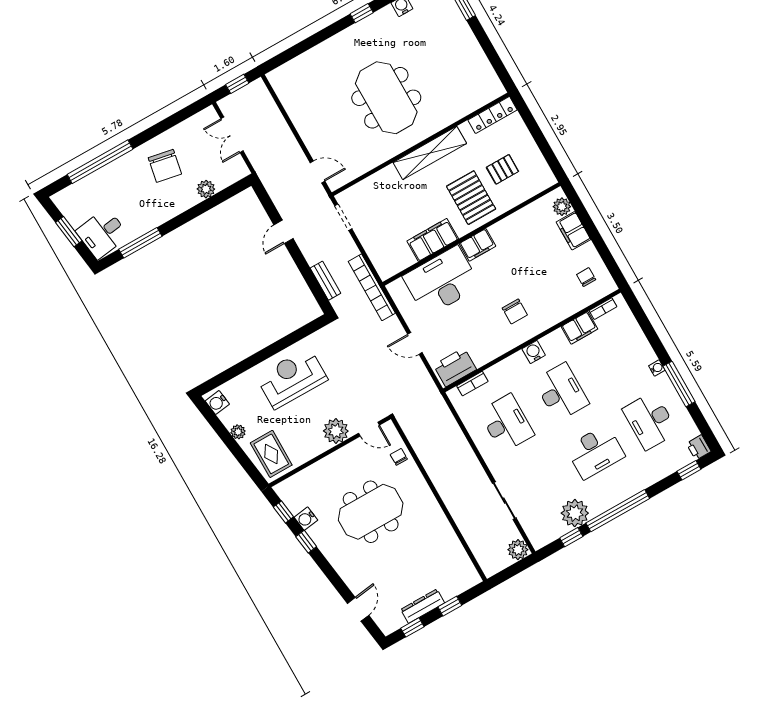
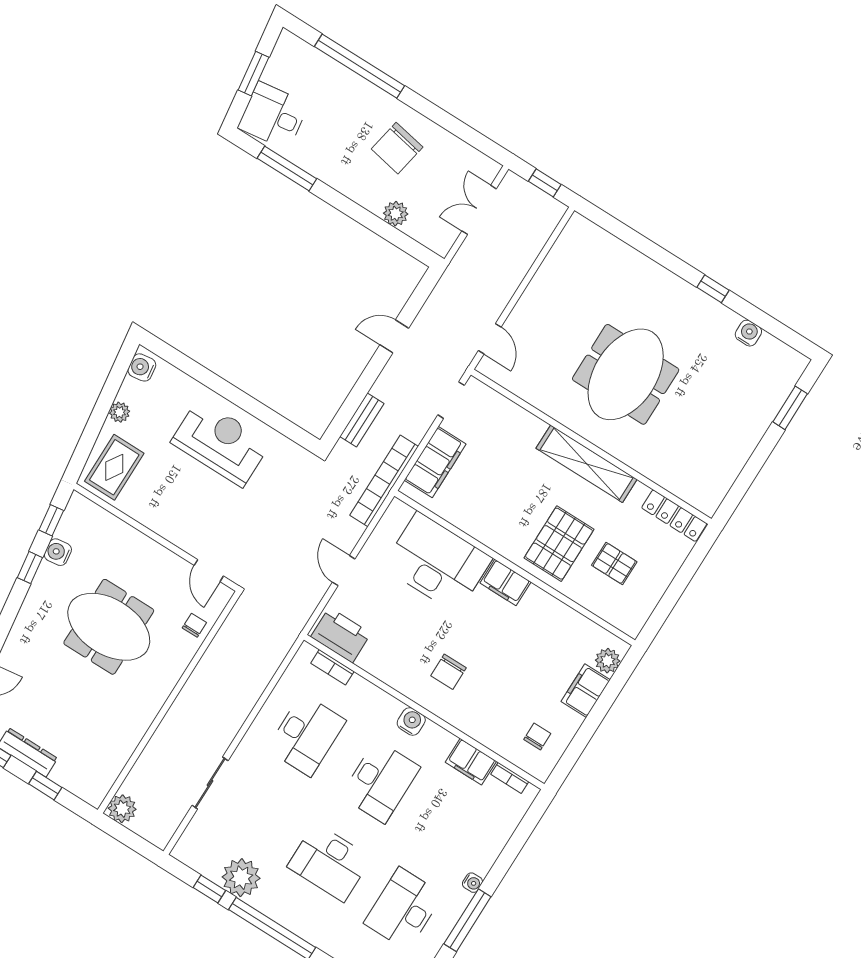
filing cabinet: (433, 240) -> (435, 462), moved, turned 90
plant: (336, 431) -> (185, 531), removed
plant: (518, 550) -> (122, 809), moved

